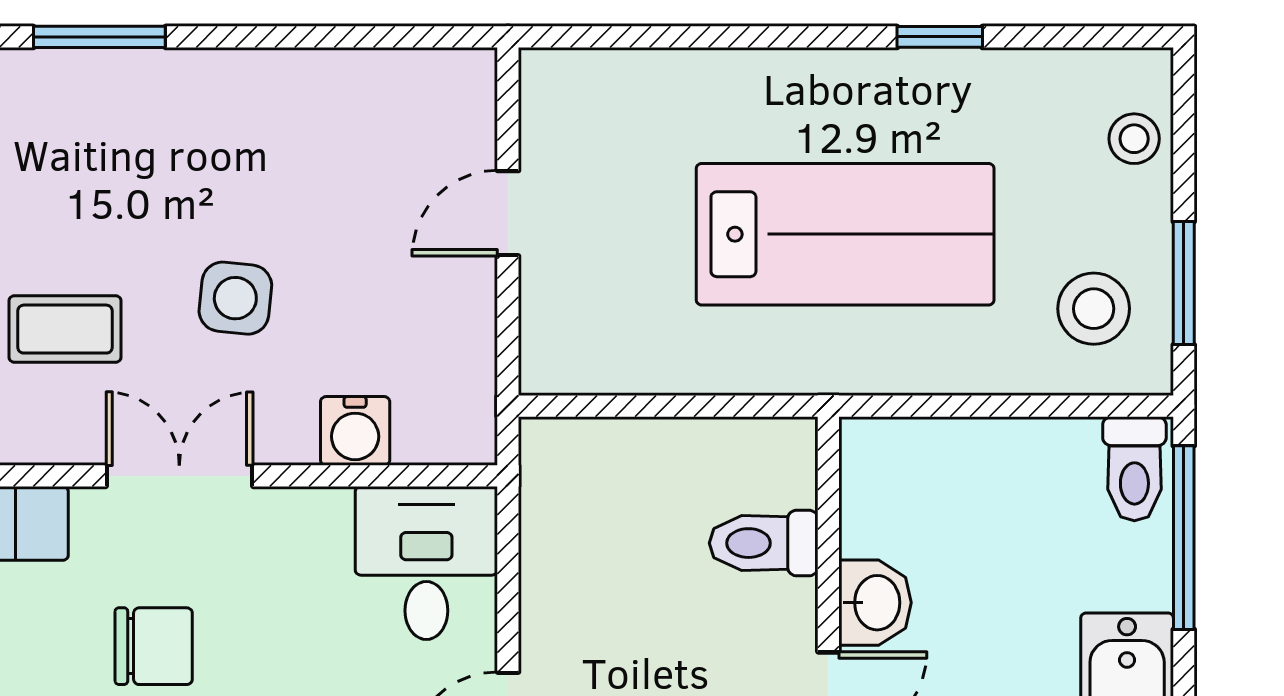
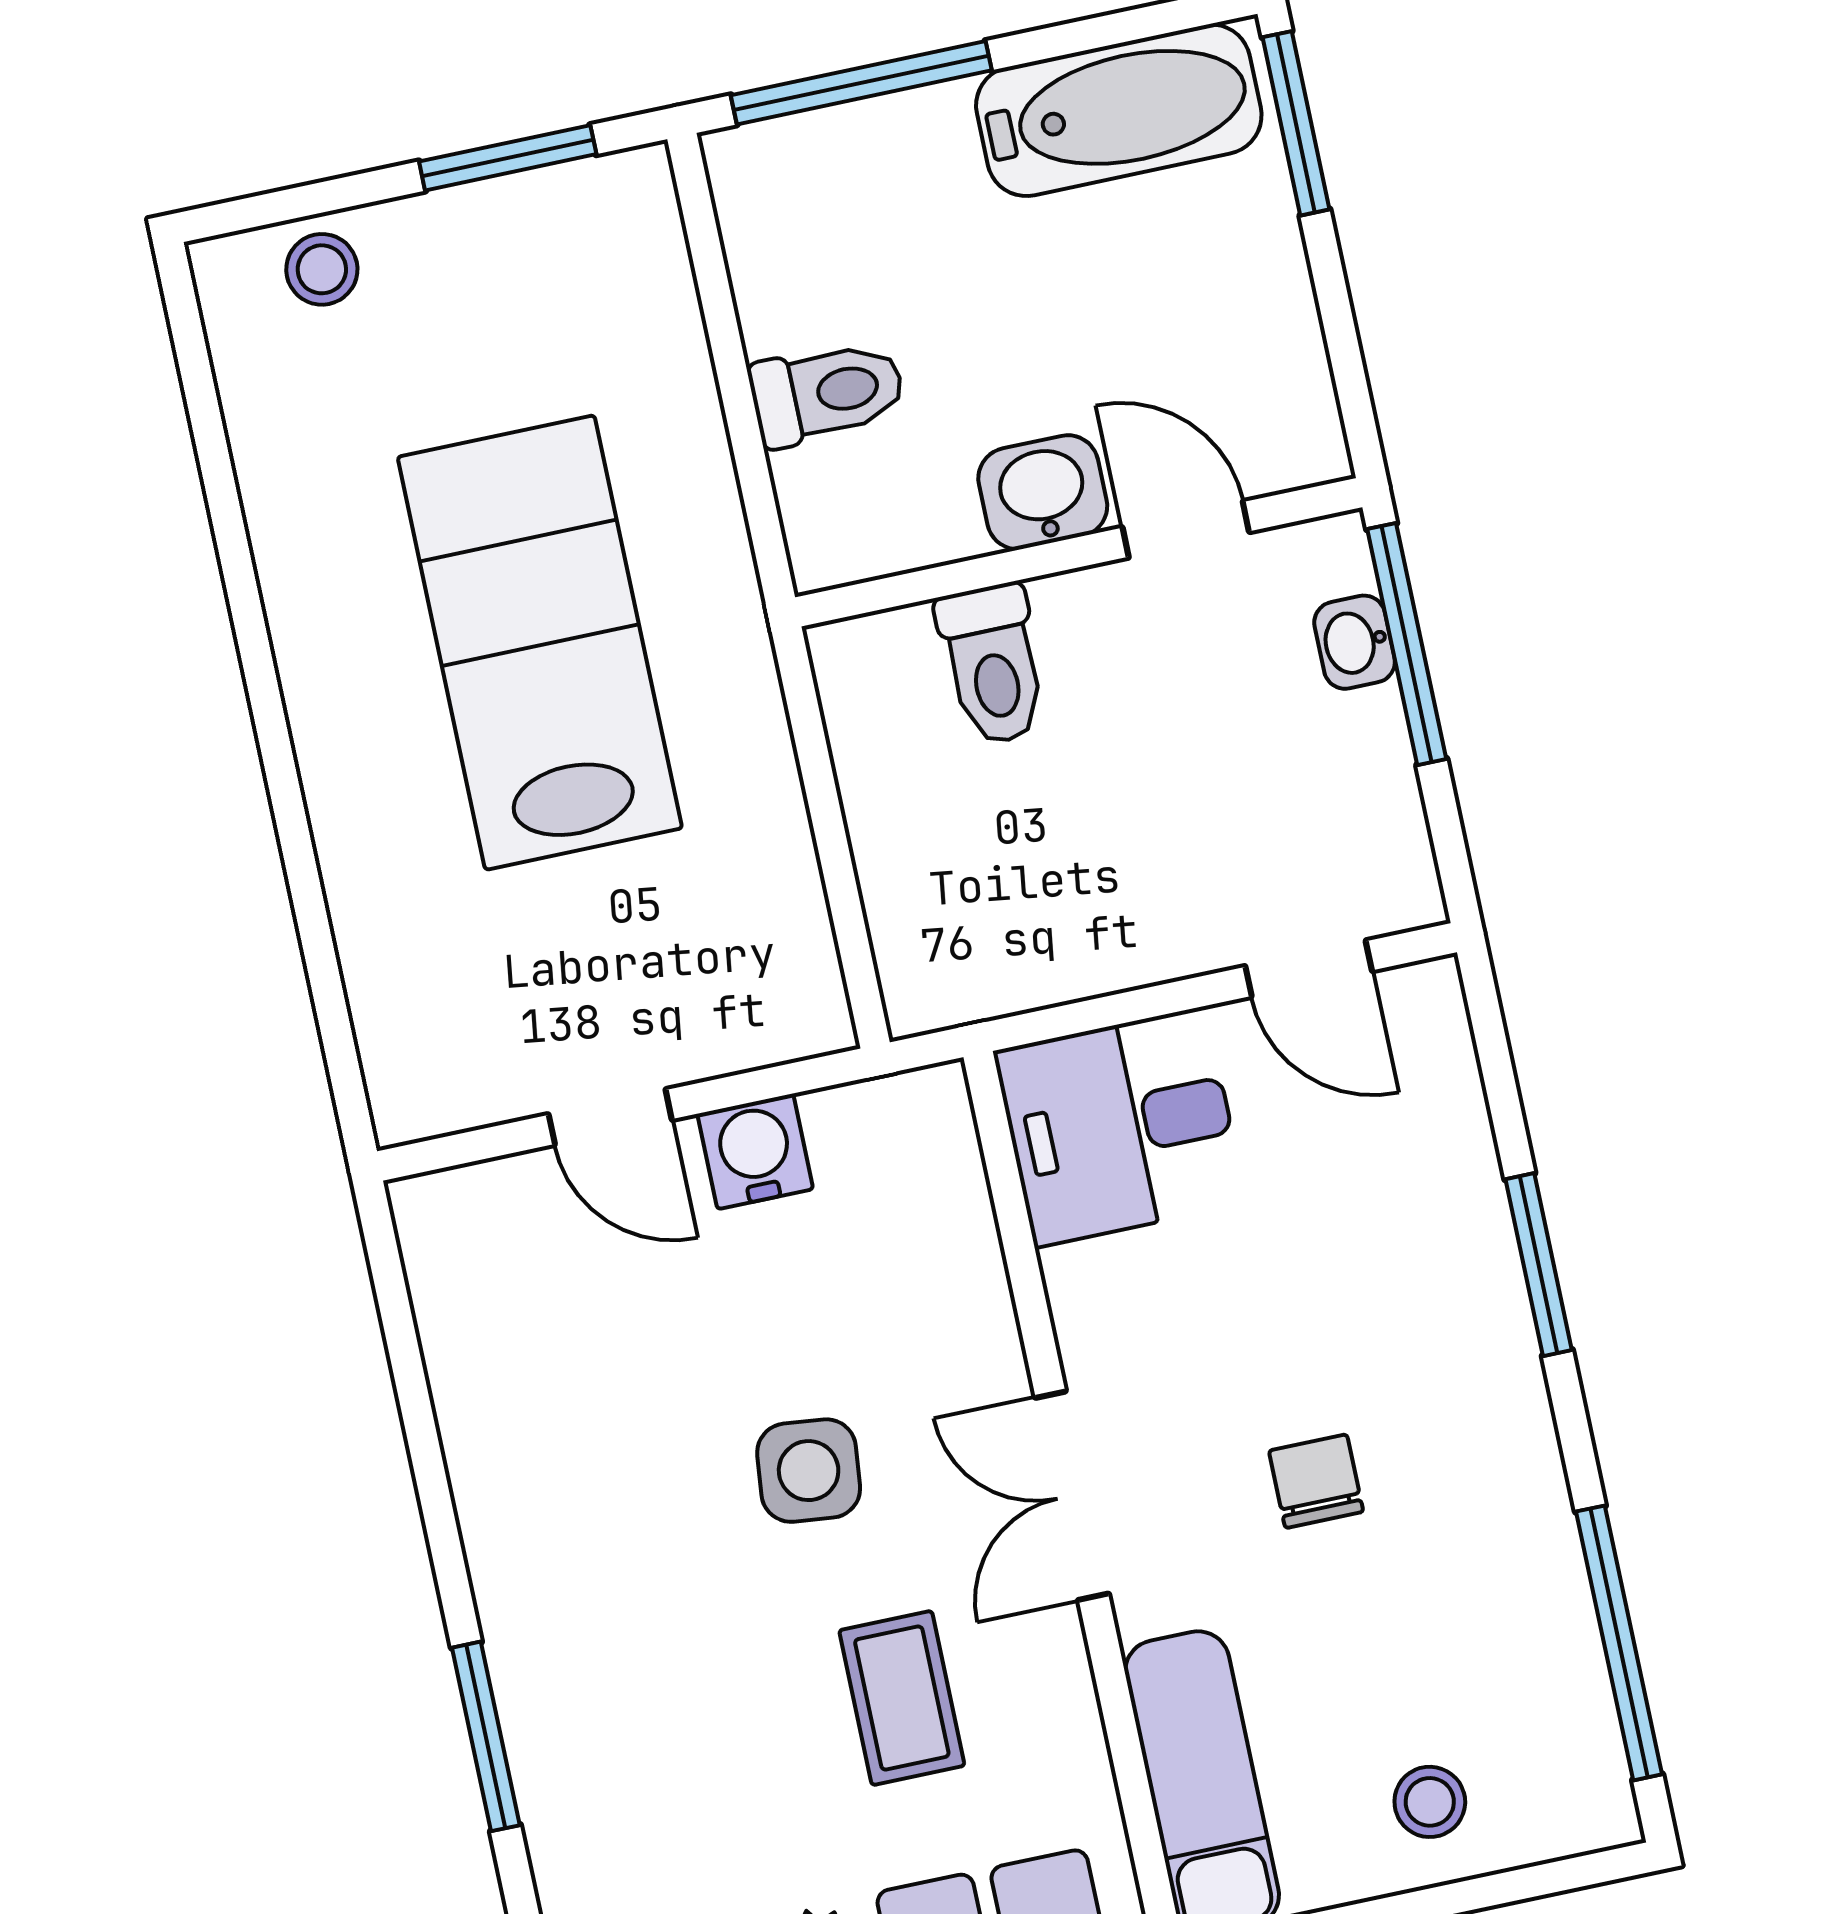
window: (940, 37) -> (238, 569), removed
stool: (1094, 309) -> (570, 275), removed
water cooler: (355, 431) -> (755, 1151), moved, turned -90
toilet: (1134, 469) -> (827, 393), moved
chair: (154, 646) -> (1316, 1481), width x0.73, depth x0.73

